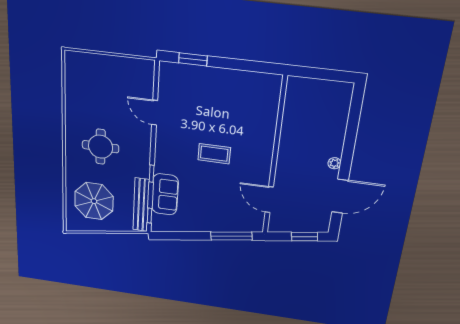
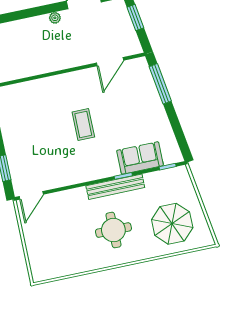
door: (155, 113) -> (31, 195), moved
bench: (141, 205) -> (115, 187), moved

